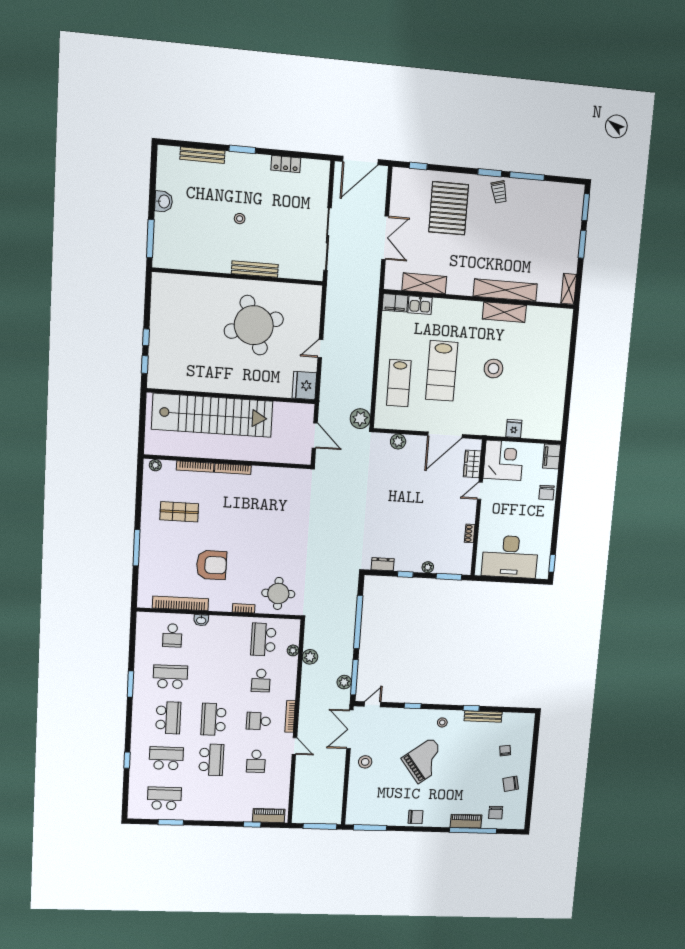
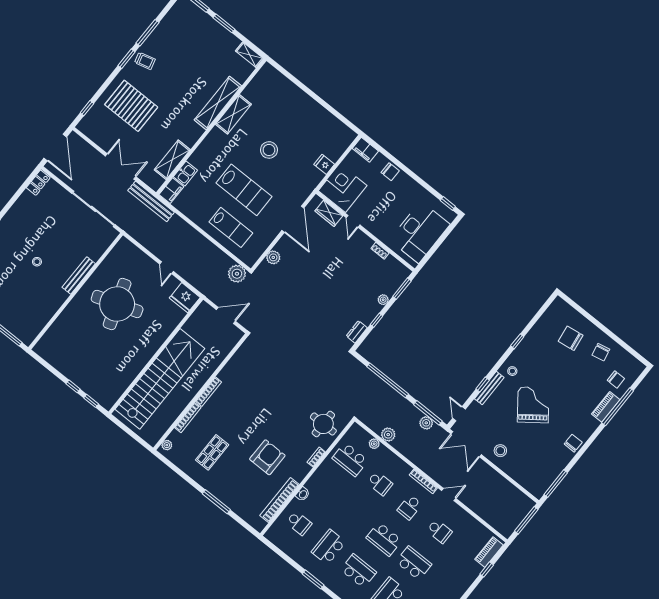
locker: (286, 164) -> (38, 183), moved
bench: (372, 290) -> (151, 201), added
bench: (483, 716) -> (489, 388), moved
chair: (505, 751) -> (571, 338), width x1.87, depth x1.87

